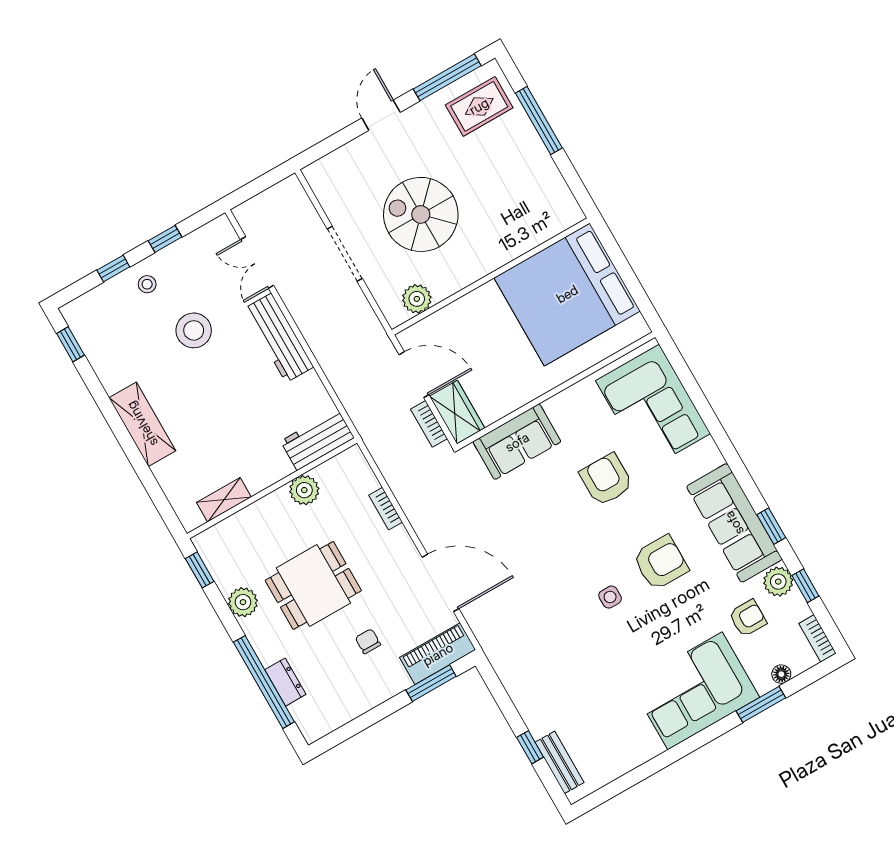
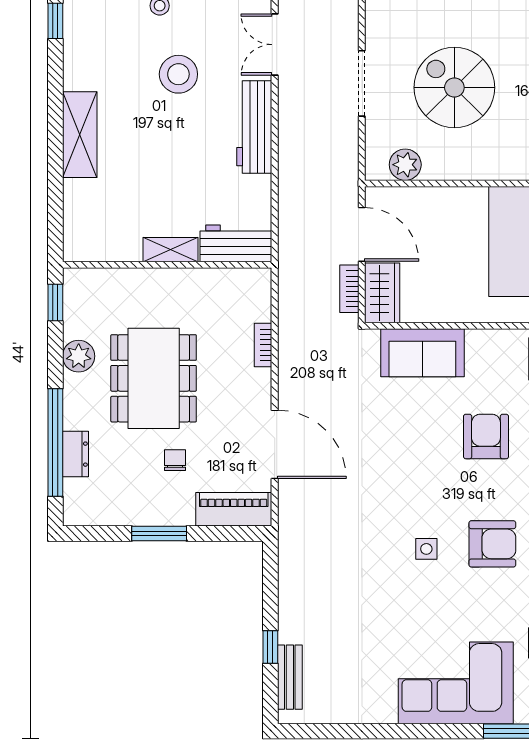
plant: (304, 490) -> (197, 284), removed
shelving: (224, 500) -> (170, 250), moved
dining table: (313, 585) -> (154, 378), width x1.38
window: (431, 683) -> (159, 533), moved

